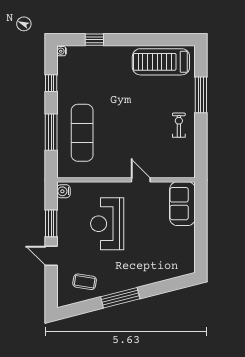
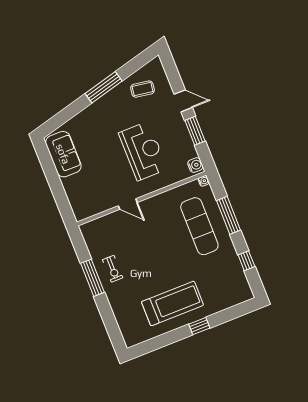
window: (94, 40) -> (199, 326), moved
water cooler: (61, 51) -> (204, 181), moved
treadmill: (161, 62) -> (172, 303), moved
window: (201, 95) -> (92, 278), moved
sofa: (182, 204) -> (63, 154), moved

